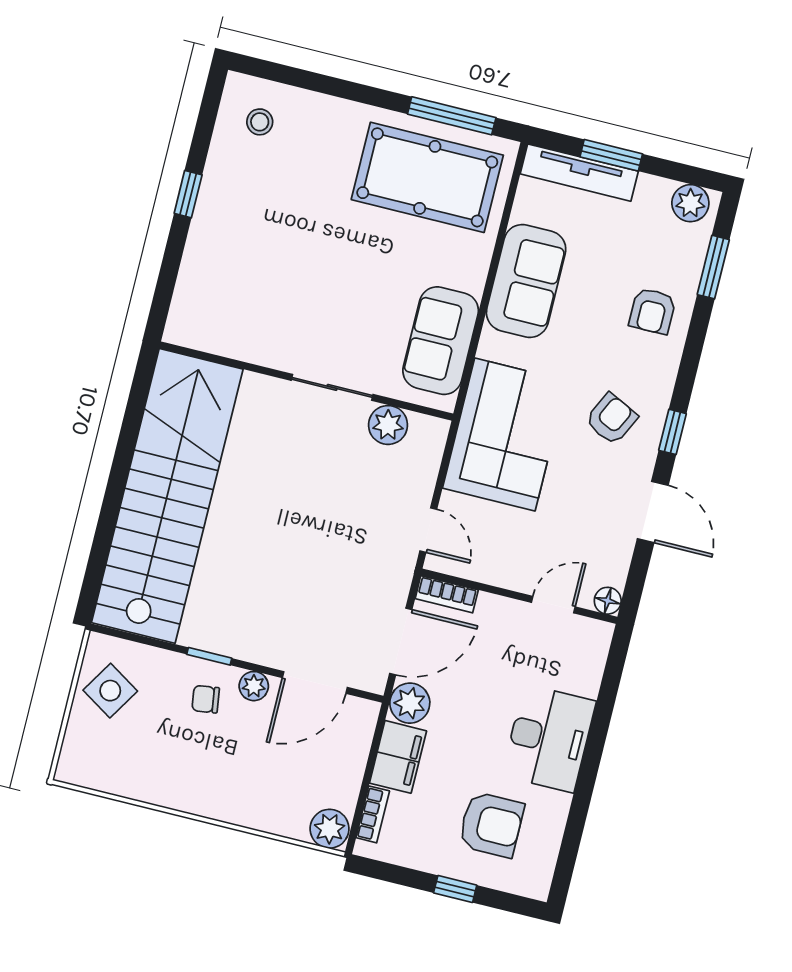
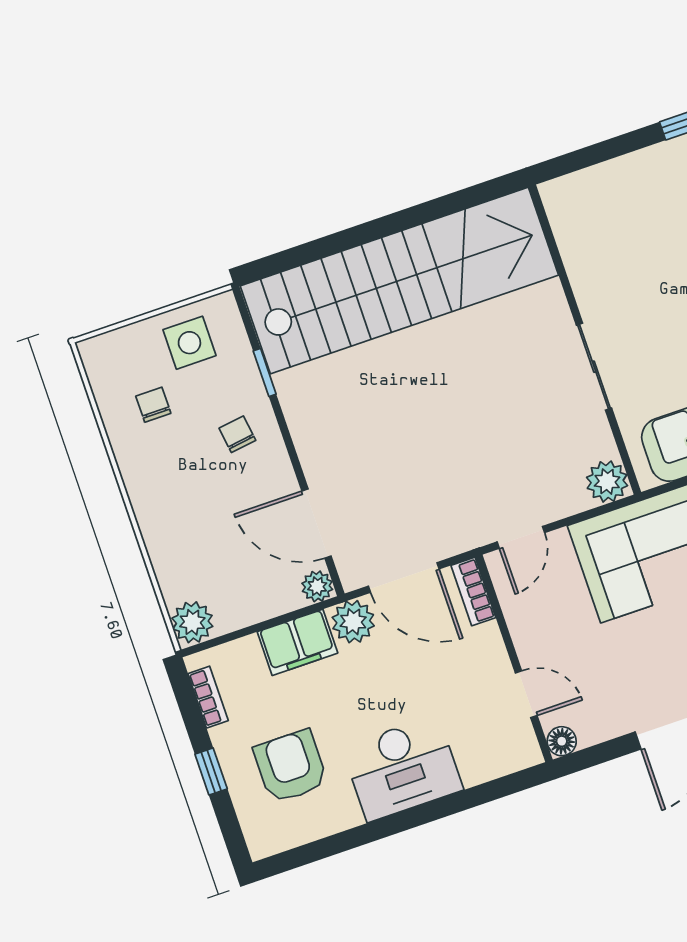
plant: (388, 425) -> (607, 482), moved
window: (209, 656) -> (265, 373), moved
plant: (254, 686) -> (317, 586), moved
side table: (110, 691) -> (189, 343), turned -32
chair: (140, 750) -> (153, 405), added
bookcase: (373, 814) -> (208, 697), moved, turned -90
armchair: (491, 825) -> (291, 766), turned 180

